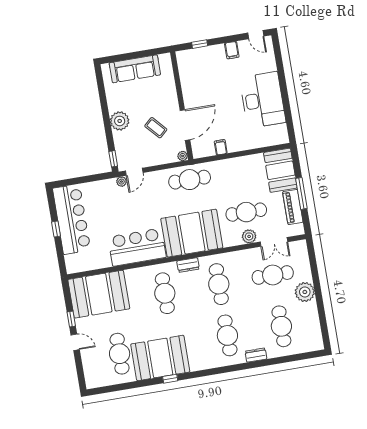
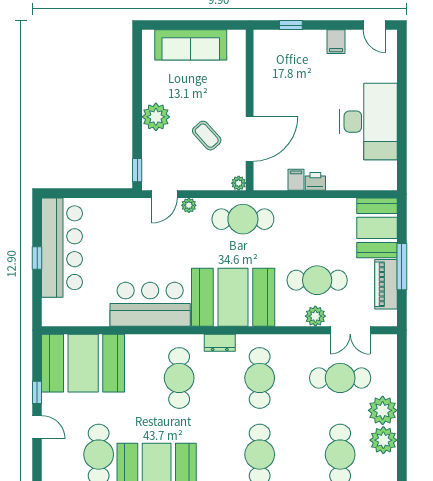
printer: (234, 146) -> (315, 181), added
plant: (122, 182) -> (189, 205), moved
plant: (309, 312) -> (383, 440), added

